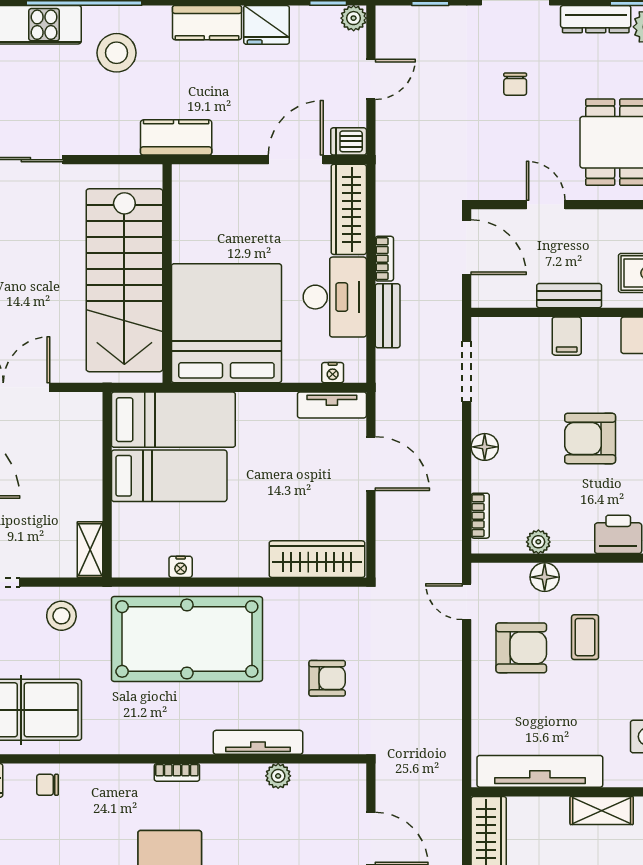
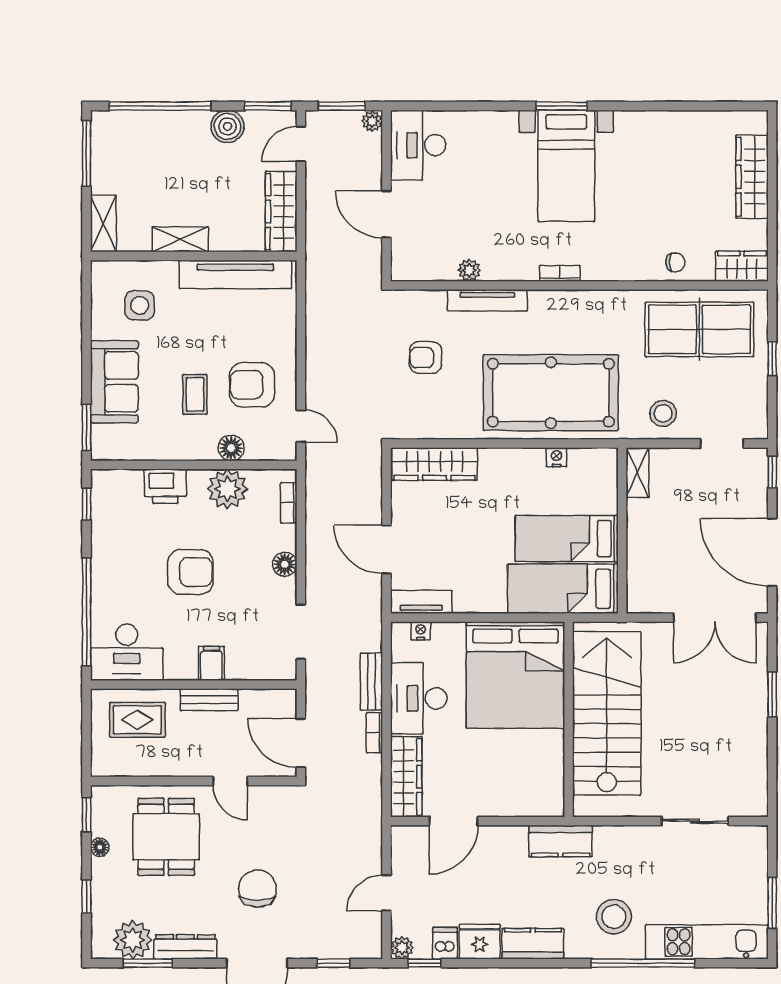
chair: (515, 84) -> (257, 889), width x1.87, depth x1.87
dishwasher: (349, 141) -> (445, 943), moved, turned -90
plant: (538, 542) -> (227, 489), width x1.88, depth x1.88

